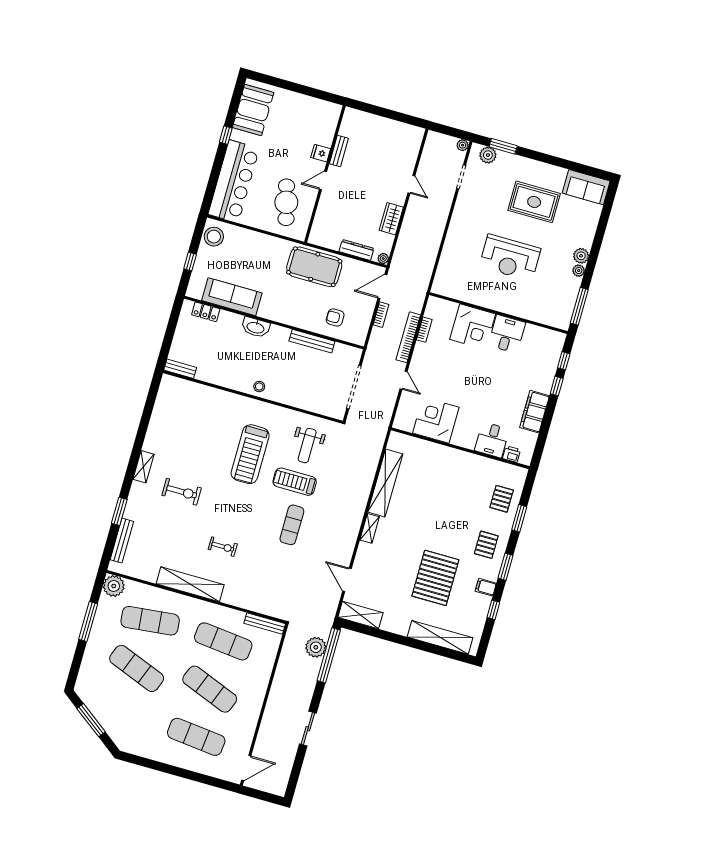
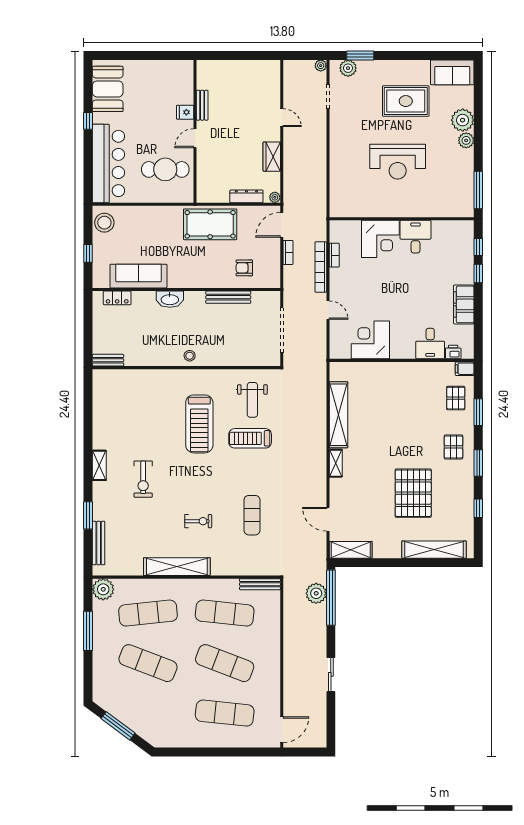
cafe table: (286, 202) -> (165, 169), turned -75
plant: (579, 271) -> (463, 120), moved, width x1.88, depth x1.88
exercise bike: (182, 492) -> (143, 479), turned 90
exercise mat: (292, 525) -> (252, 515), moved
filing cabinet: (486, 587) -> (465, 369), moved

